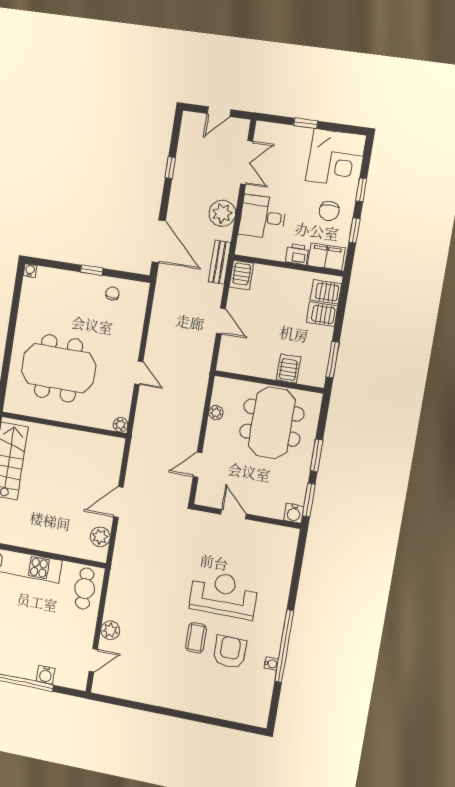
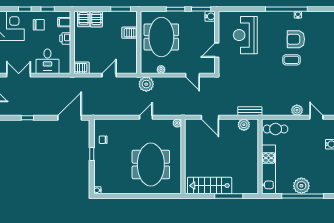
plant: (222, 213) -> (146, 84), moved
filing cabinet: (326, 257) -> (64, 22), width x0.50
bench: (220, 262) -> (250, 111), moved
meeting table: (272, 423) -> (161, 37), turned 90
door: (118, 502) -> (210, 117), moved
reception desk: (224, 595) -> (245, 35), moved

